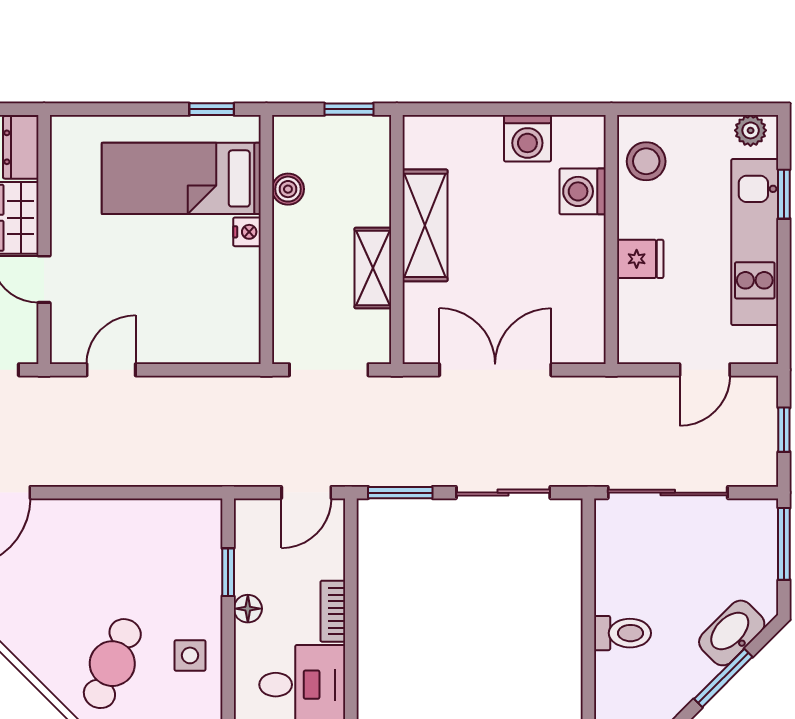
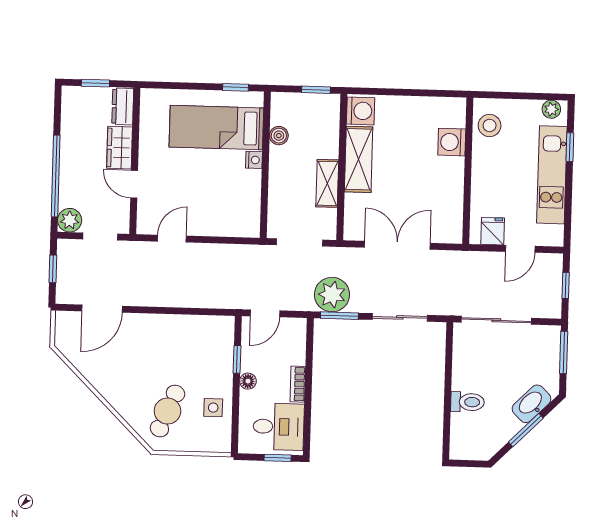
washing machine: (527, 138) -> (361, 111), moved, turned -90
fridge: (640, 259) -> (493, 231), moved, turned -90
plant: (387, 457) -> (332, 295), added
door: (306, 493) -> (265, 313), moved

